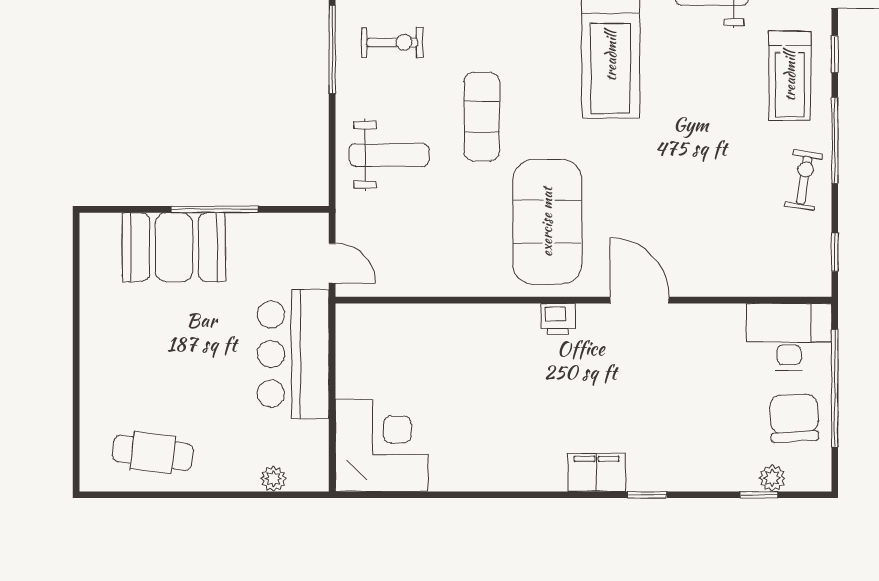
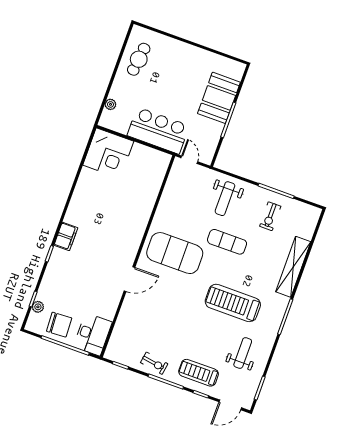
door: (332, 263) -> (189, 160), swing flipped
printer: (558, 319) -> (134, 243), removed

